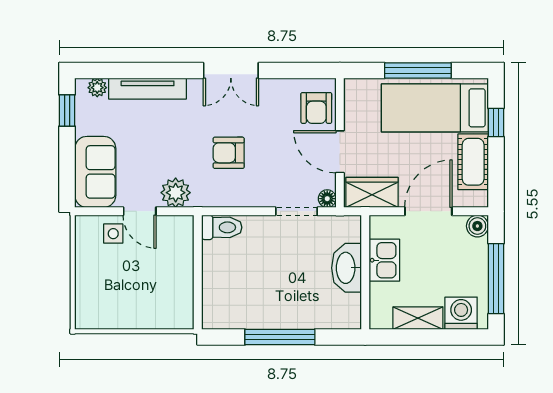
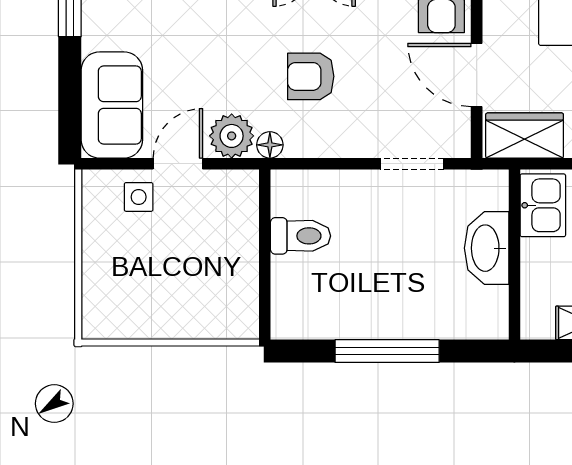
floor lamp: (327, 199) -> (270, 145), moved
door: (140, 211) -> (178, 164), swing flipped
toilet: (222, 227) -> (300, 236), moved
kitchen sink: (384, 260) -> (543, 205), moved

